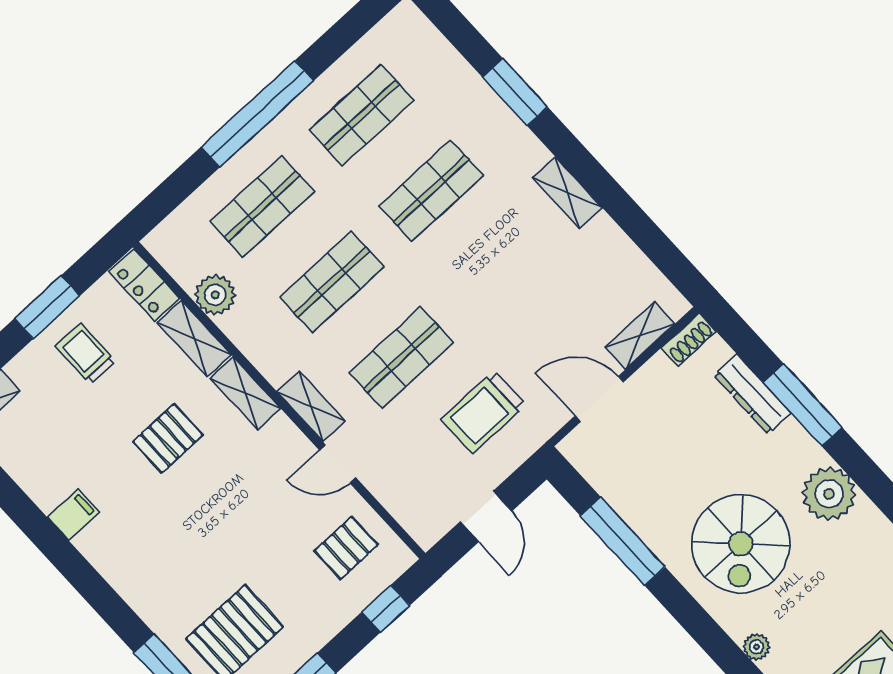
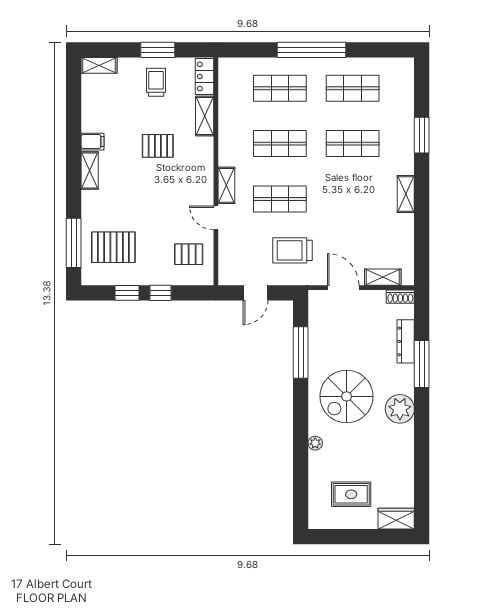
plant: (215, 295) -> (229, 106), removed
shelving: (246, 393) -> (90, 170), moved
window: (386, 609) -> (160, 293), moved

